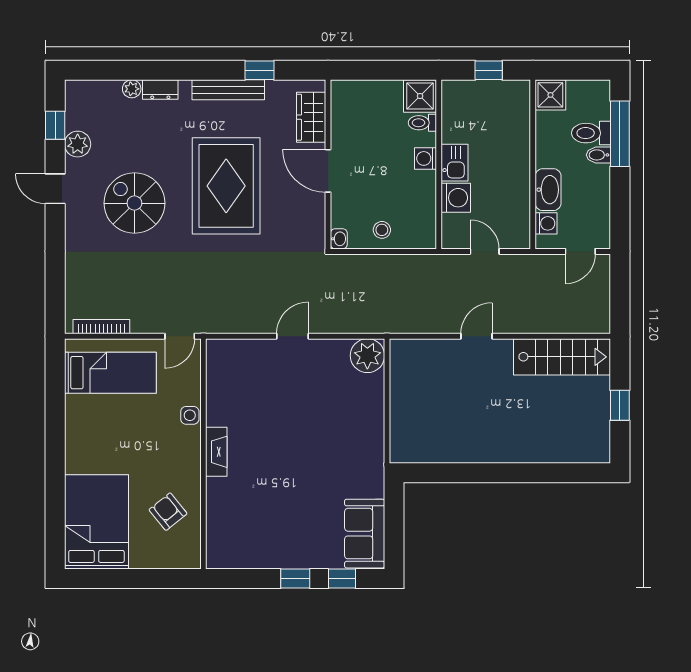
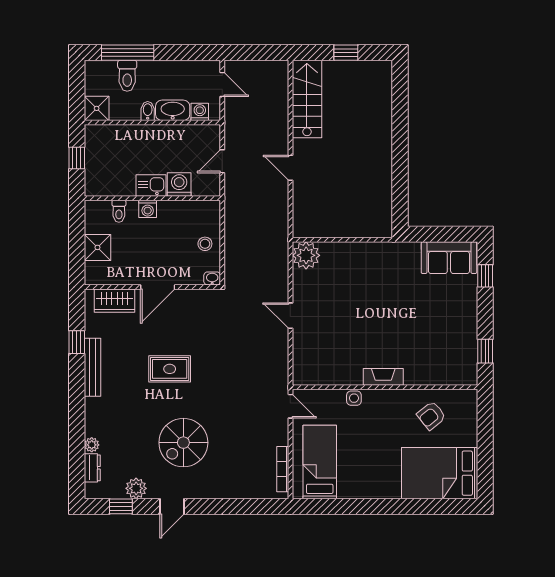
dresser: (160, 90) -> (92, 468), moved
shower: (420, 96) -> (97, 247), moved
bidet: (598, 155) -> (148, 111), moved, turned 180
rug: (226, 186) -> (170, 369), width x0.54, depth x0.49
window: (295, 579) -> (485, 351), moved

